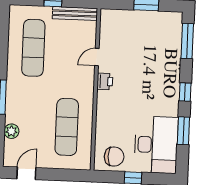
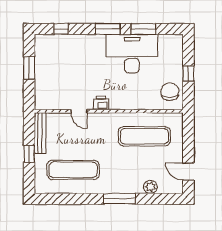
window: (187, 41) -> (61, 29), width x0.46
window: (185, 92) -> (108, 29), width x1.50
desk: (156, 145) -> (132, 54), moved

